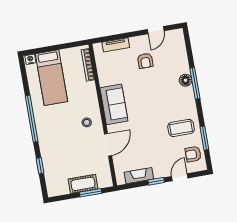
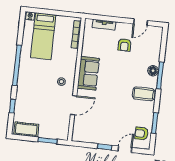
coffee table: (181, 128) -> (144, 94), moved
fireplace: (139, 176) -> (92, 138), removed
cot: (83, 184) -> (26, 129), moved

